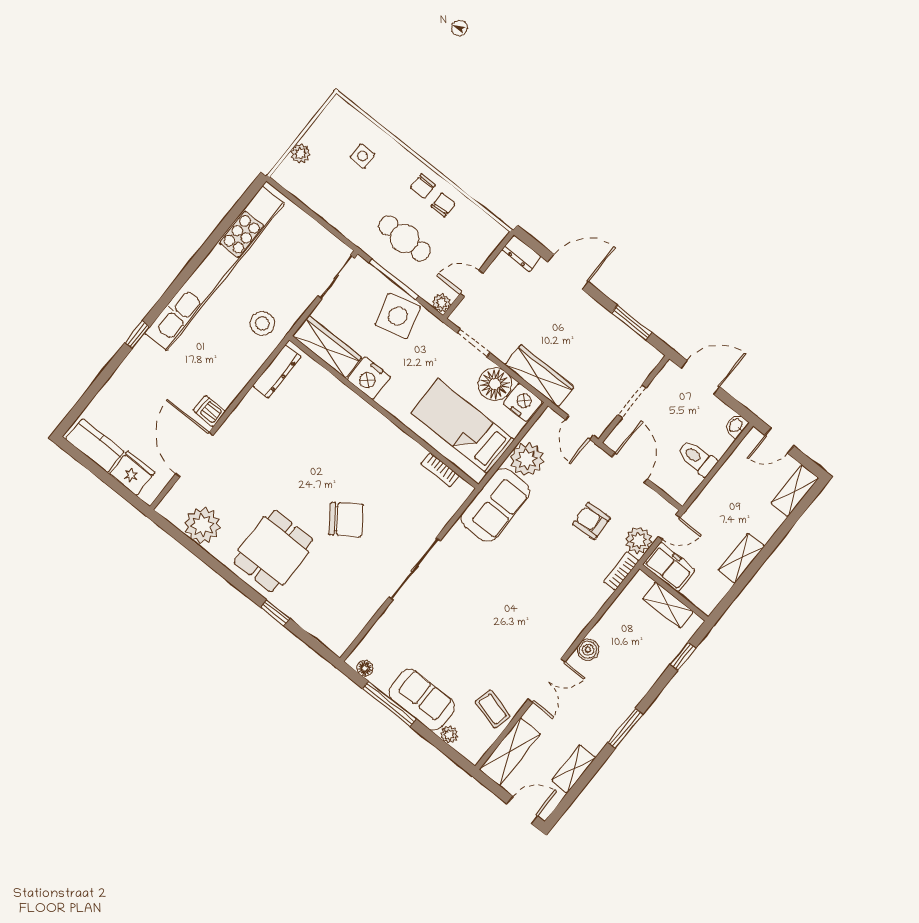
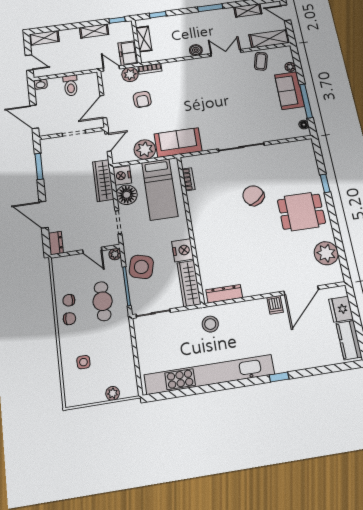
side table: (398, 316) -> (141, 267), turned 30
window: (727, 600) -> (117, 20), added

